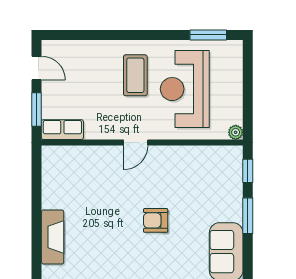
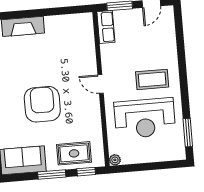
reception desk: (185, 89) -> (145, 118), turned 180
rug: (223, 185) -> (74, 153), added
armchair: (156, 220) -> (42, 104), width x1.88, depth x1.88

